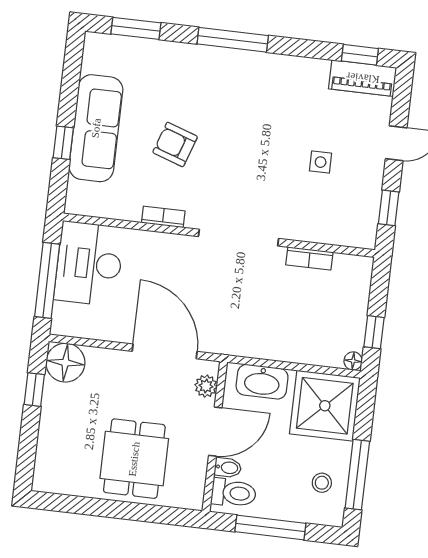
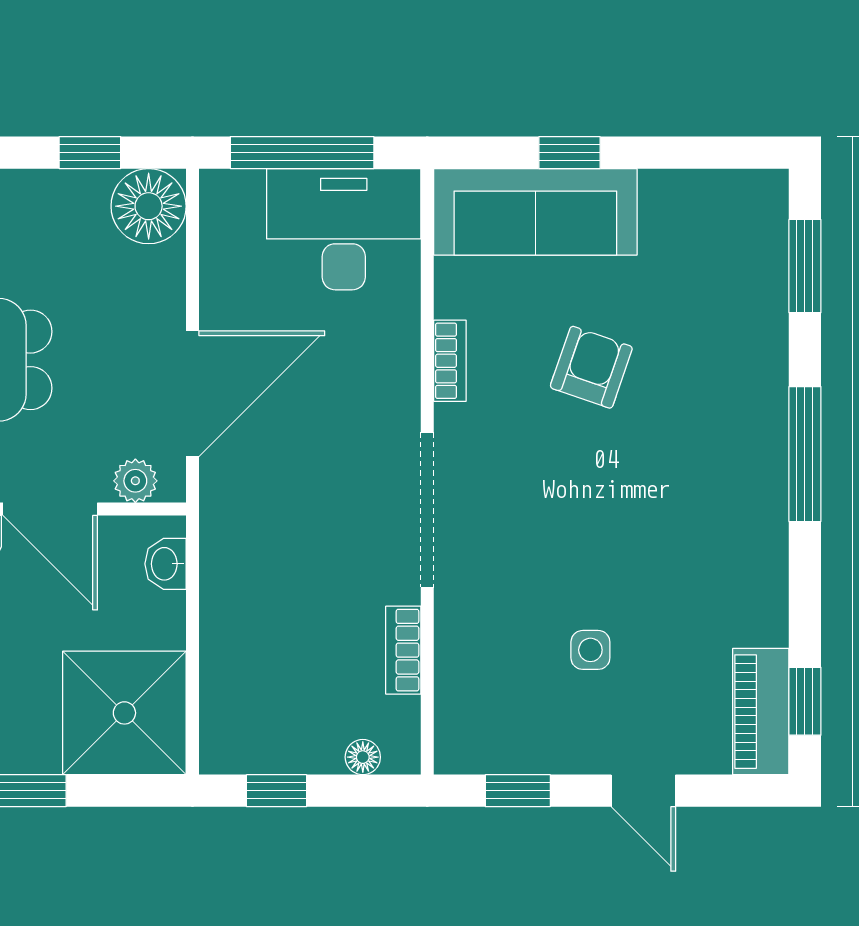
sofa: (96, 128) -> (535, 212), moved
floor lamp: (353, 361) -> (363, 757), moved
washbasin: (262, 382) -> (165, 564), width x0.52, depth x0.69

